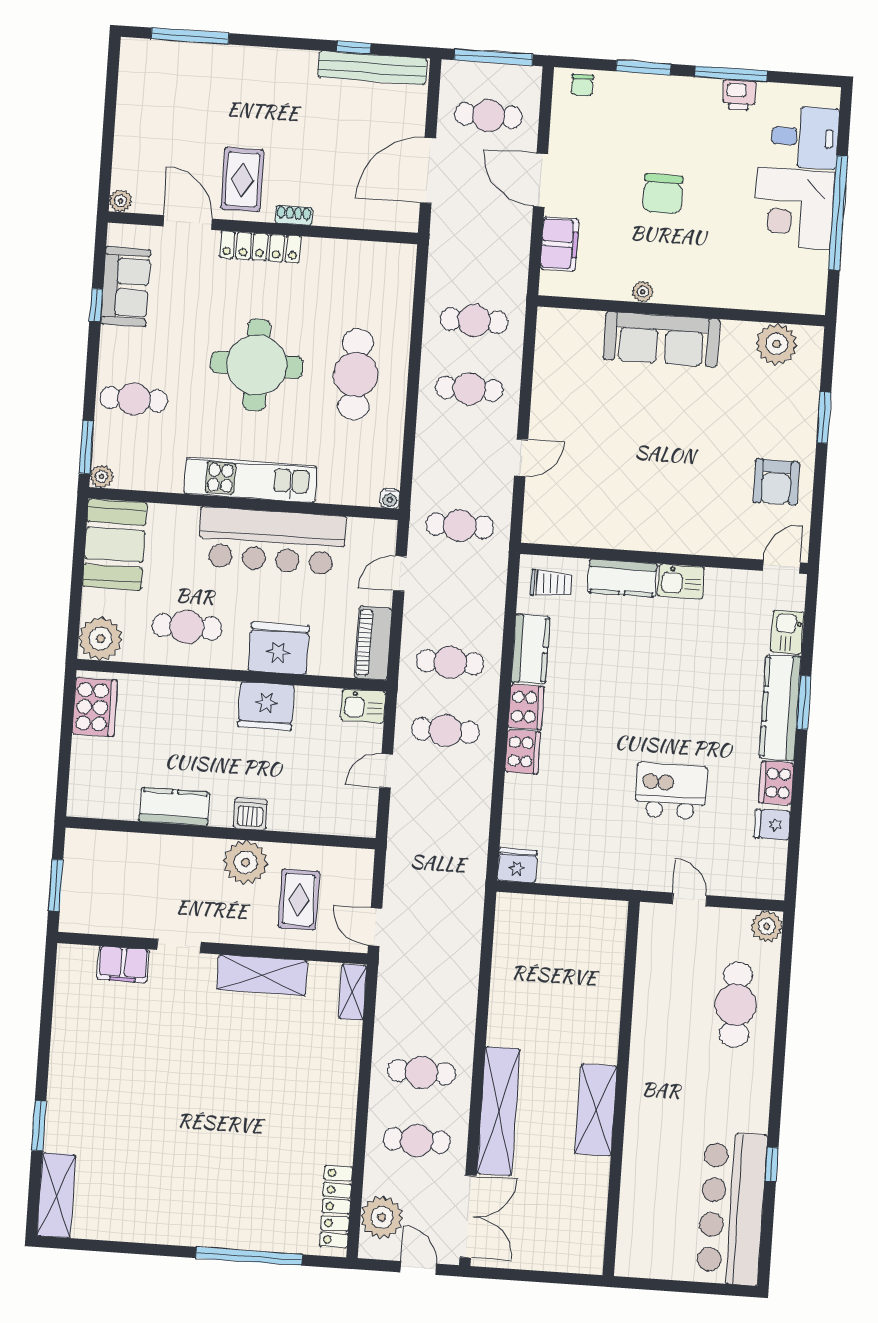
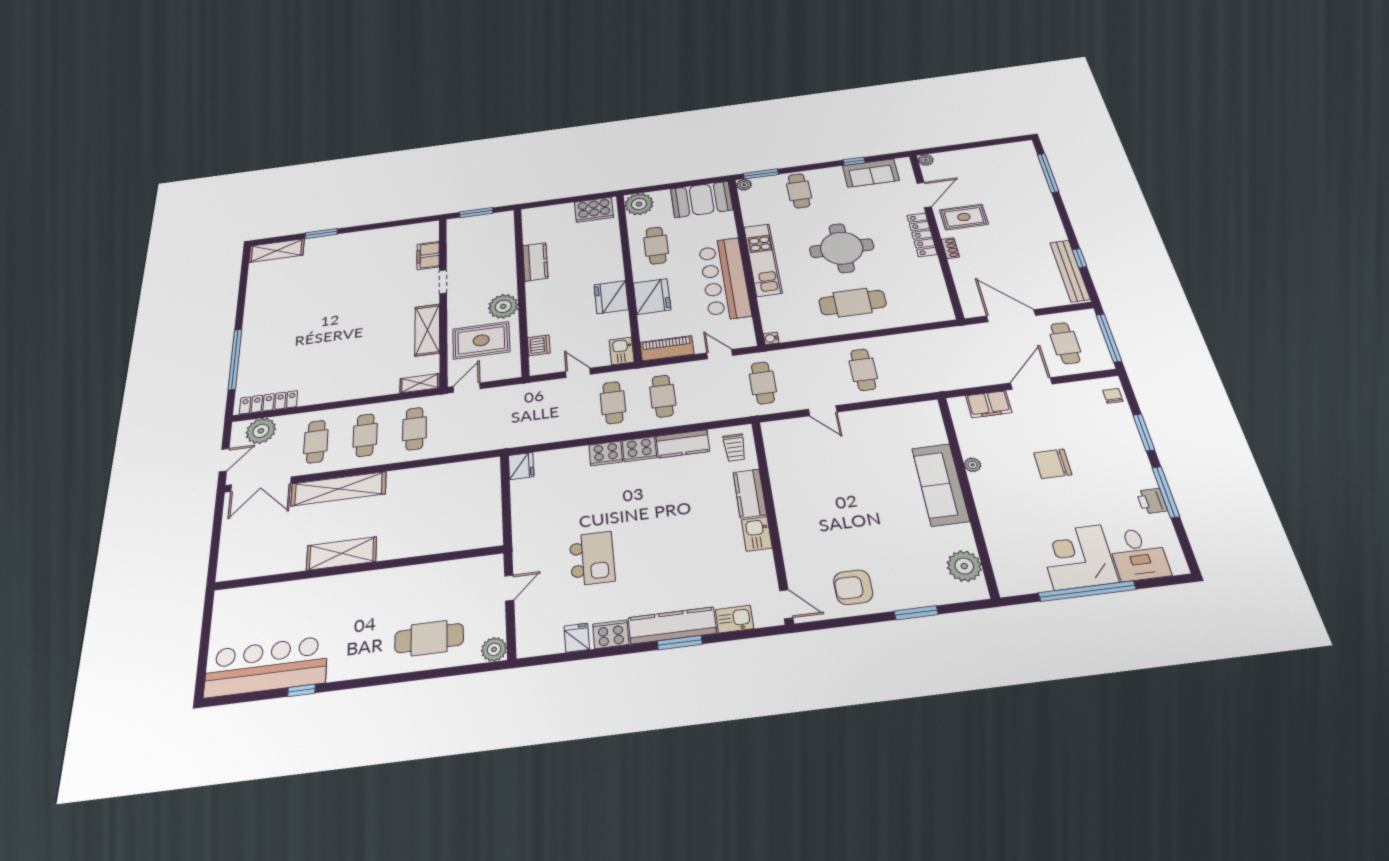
chair: (582, 85) -> (1113, 396), turned 90
cafe table: (474, 321) -> (414, 429), moved
dishwasher: (250, 814) -> (539, 345), moved
rug: (299, 900) -> (481, 340), width x1.36, depth x1.43

